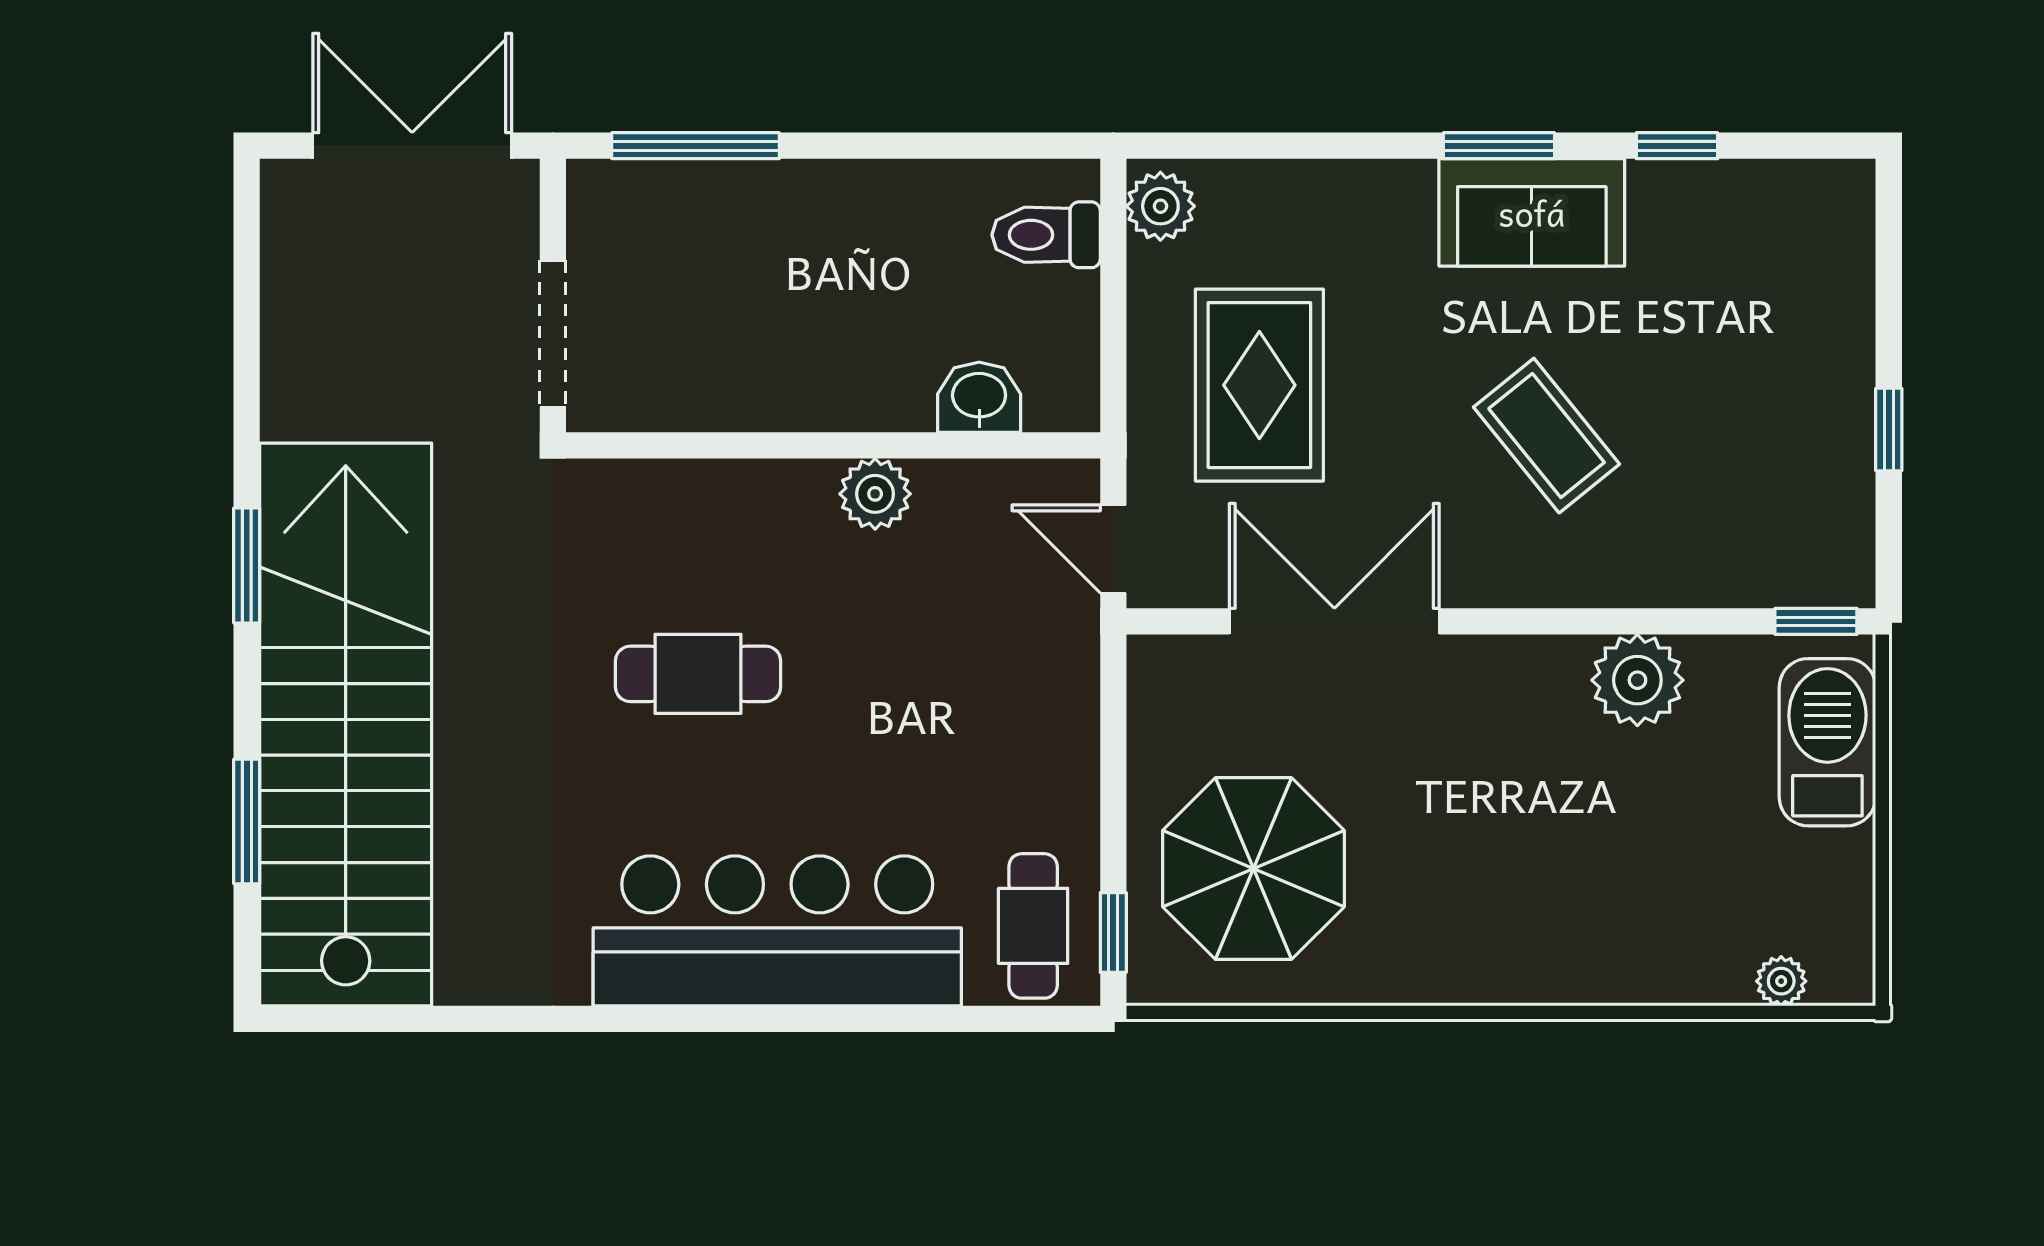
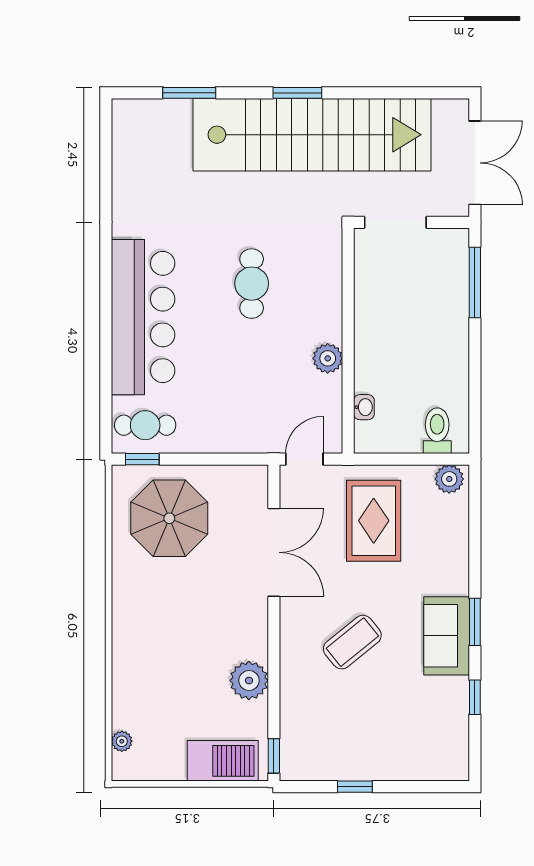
rug: (1259, 385) -> (374, 521), turned 90
washbasin: (979, 397) -> (364, 407), width x0.72, depth x0.69
stairs: (346, 724) -> (312, 135), moved

